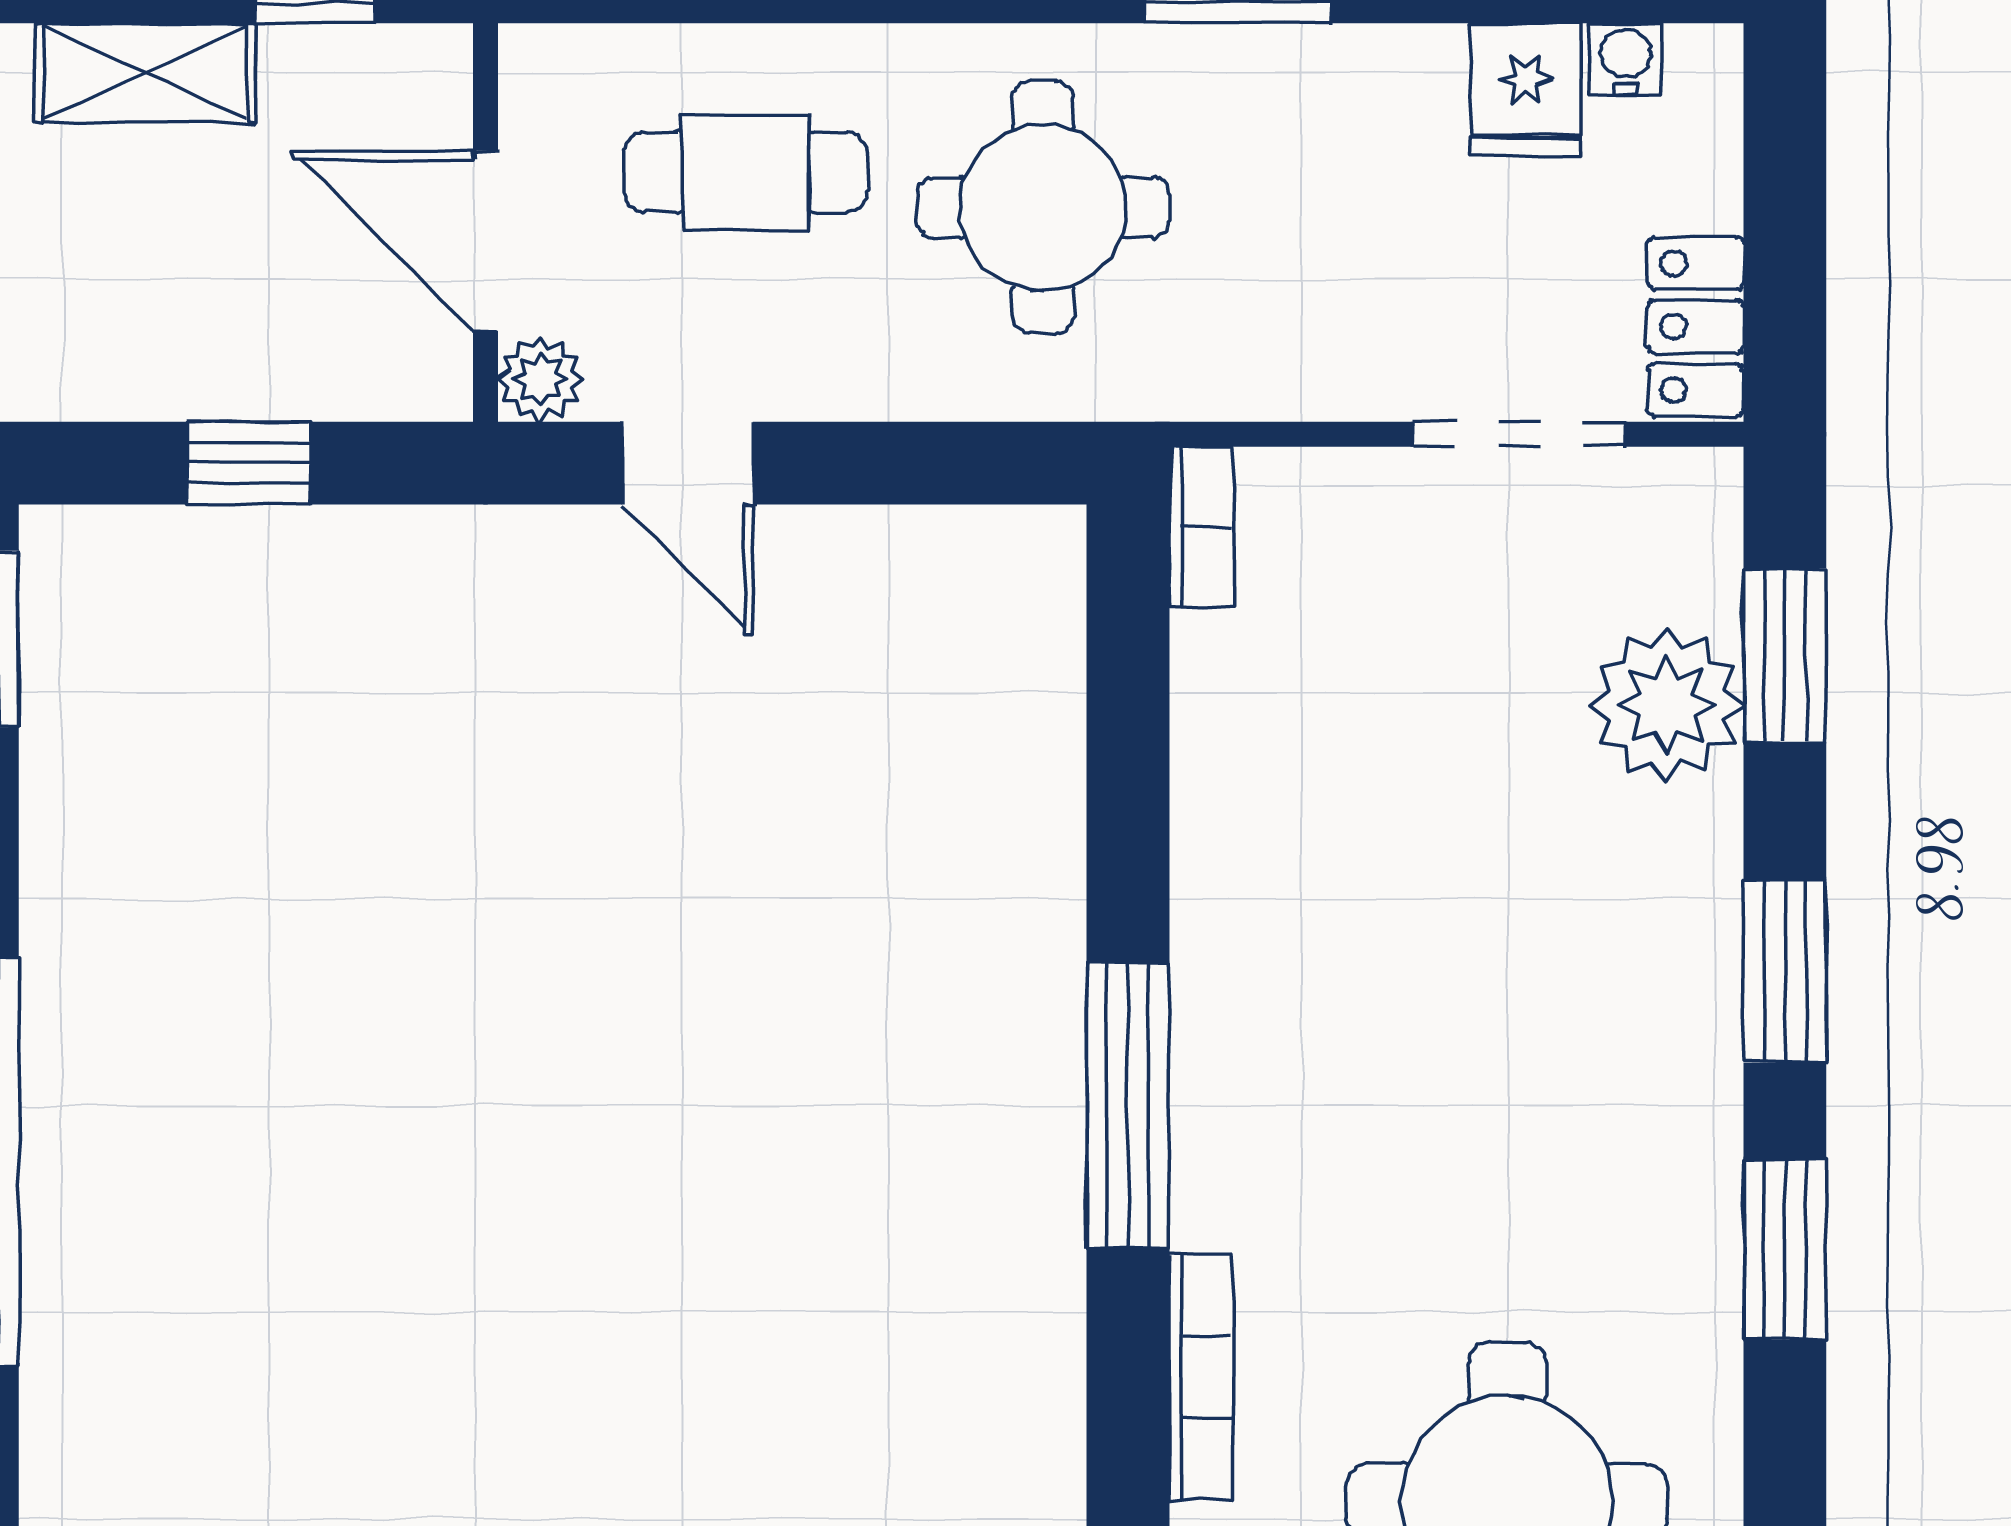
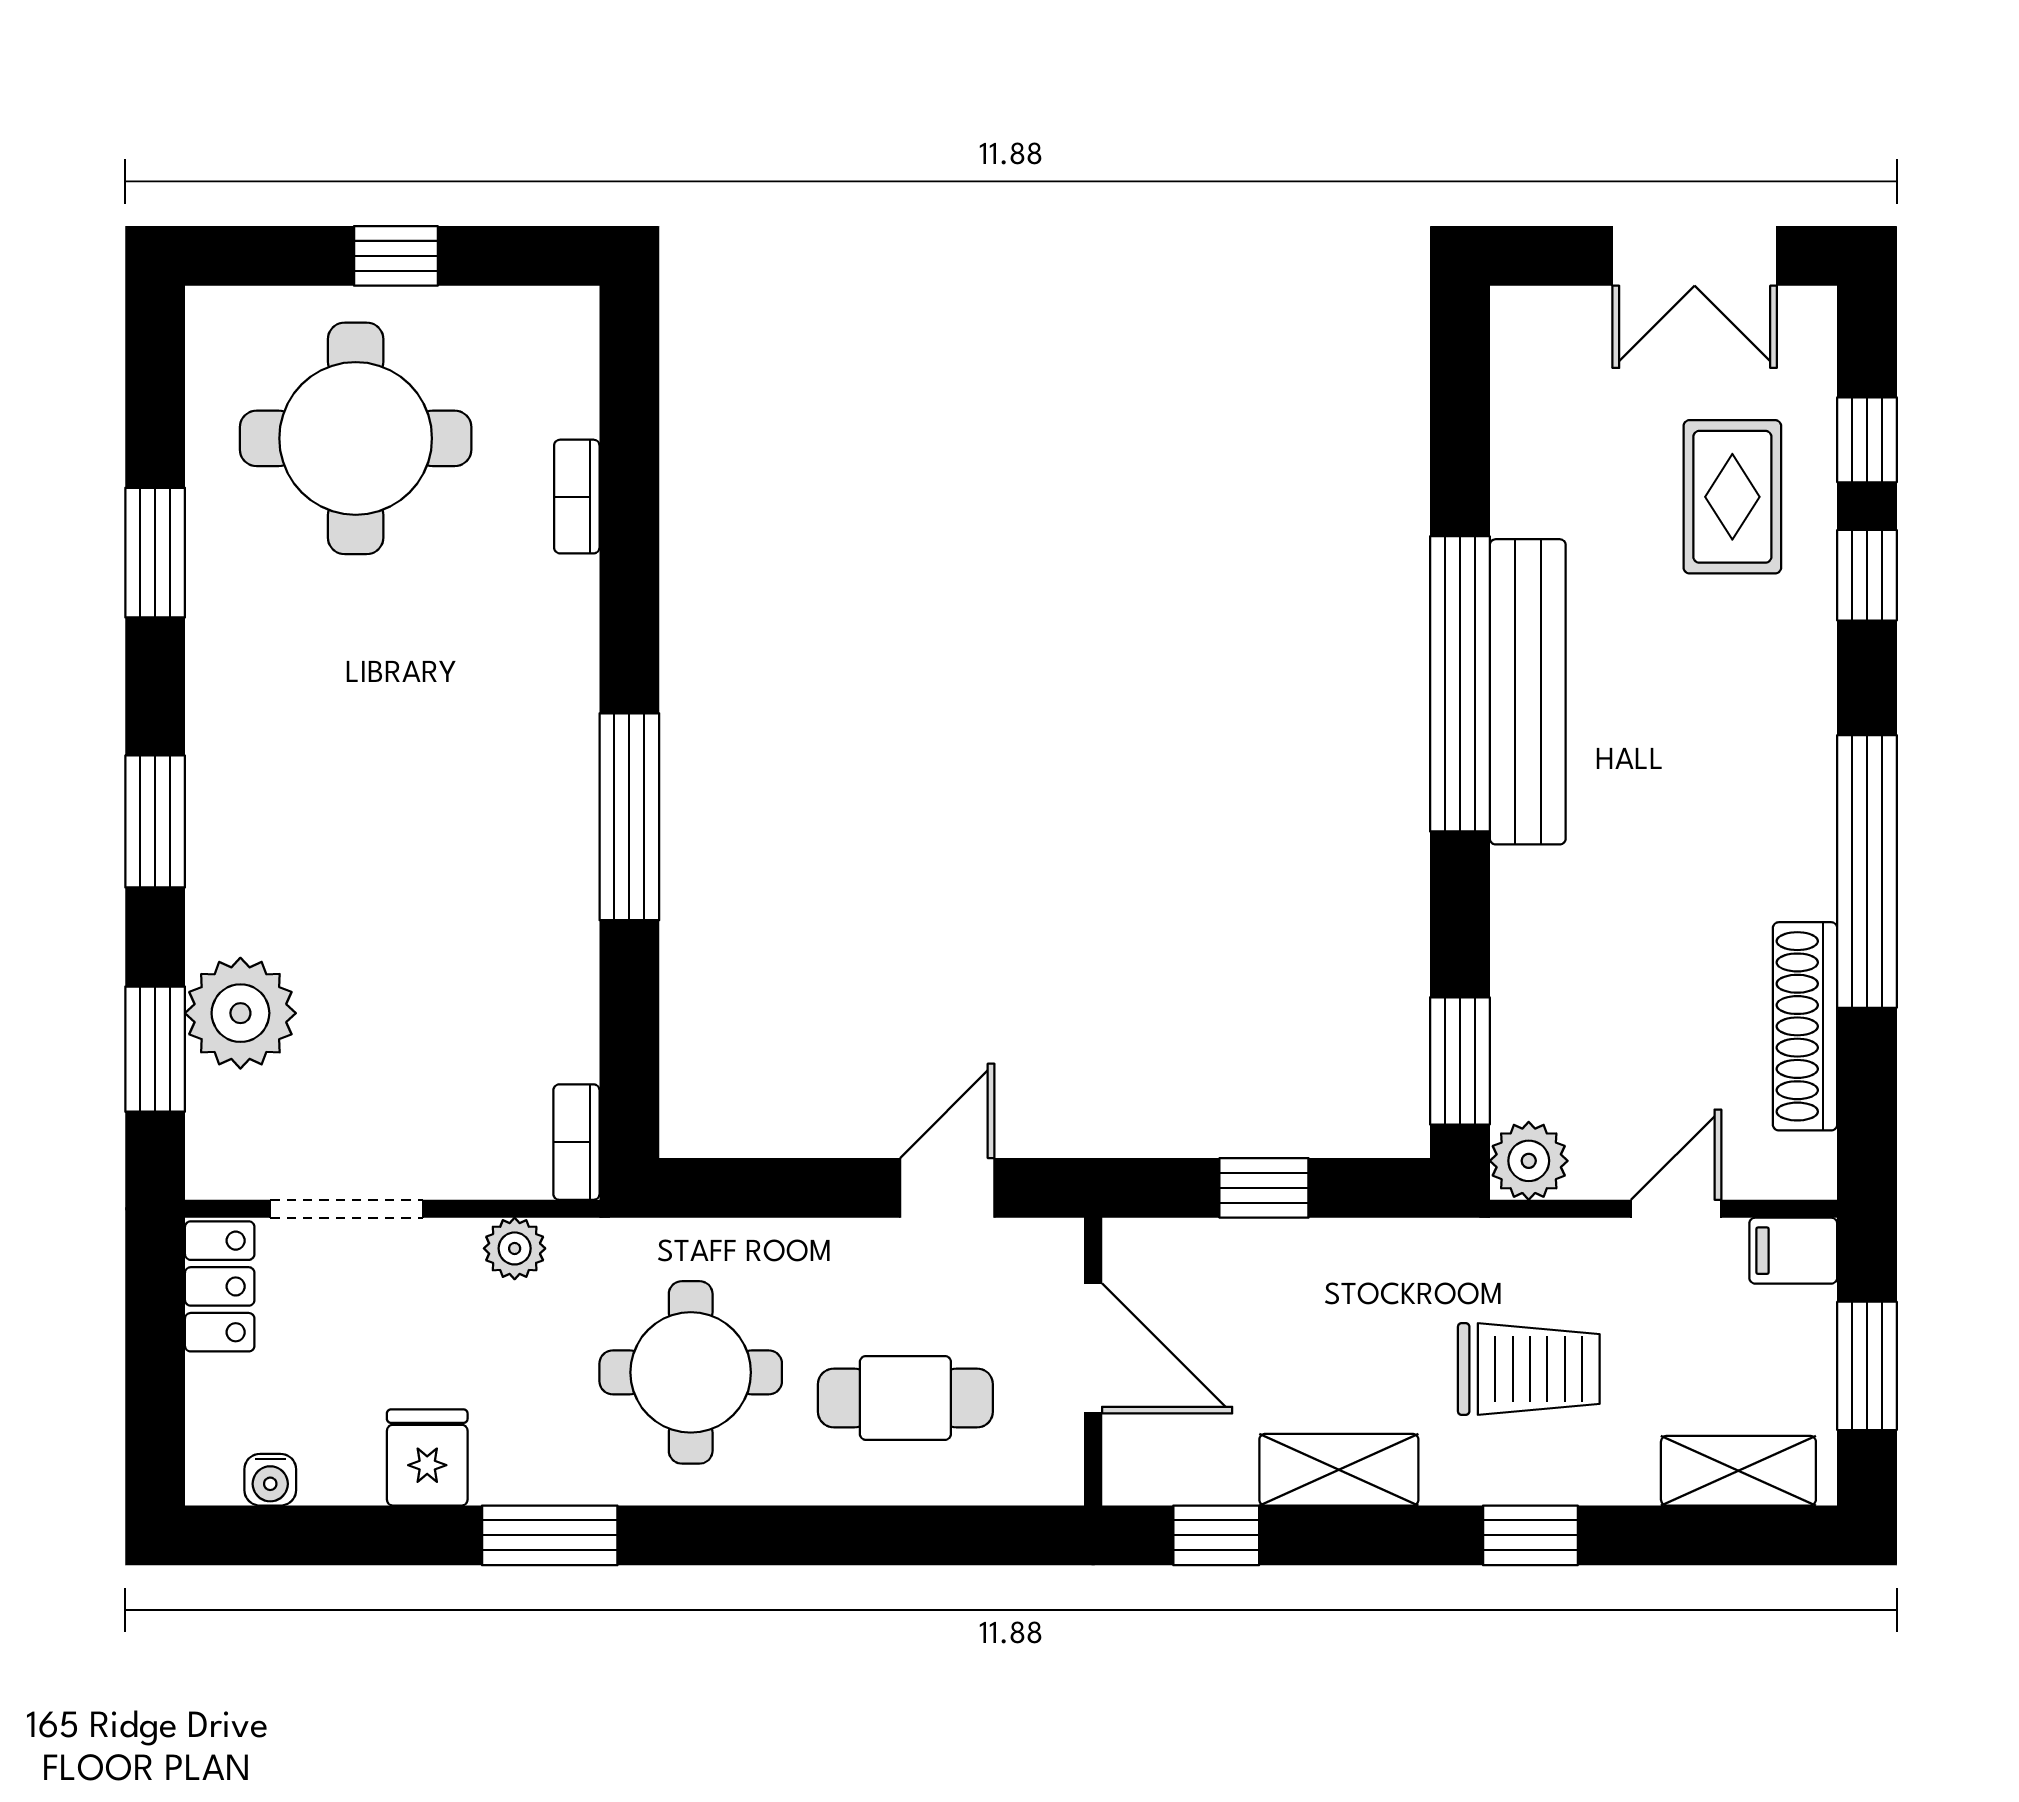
fridge: (1526, 90) -> (427, 1457), moved
plant: (541, 379) -> (515, 1248), moved
door: (688, 463) -> (947, 1188), hinge flipped
window: (1128, 1106) -> (629, 817), moved
window: (1785, 1250) -> (155, 553), moved
bookcase: (1201, 1377) -> (577, 497), width x0.64

